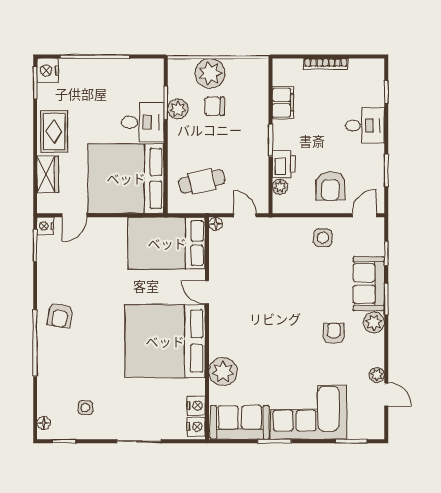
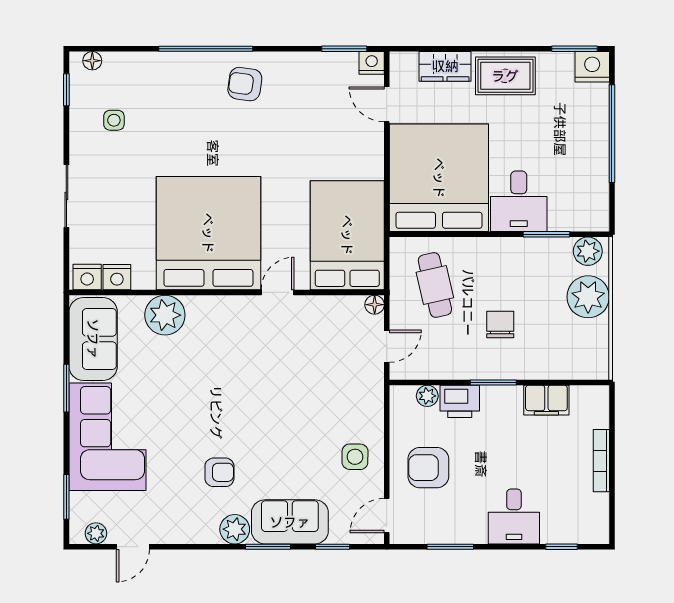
chair: (215, 106) -> (500, 325), moved
plant: (178, 109) -> (588, 251), moved
door: (364, 215) -> (387, 516), swing flipped
plant: (377, 375) -> (96, 533), moved

